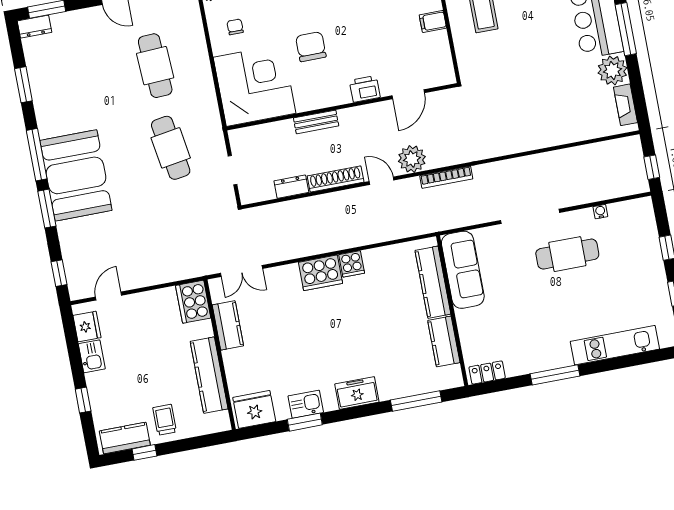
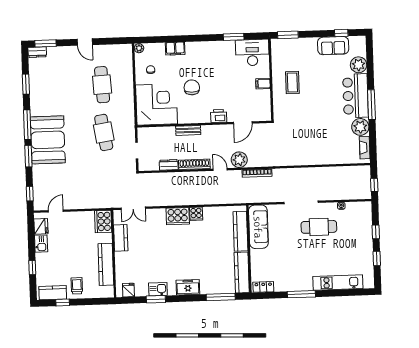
kitchen counter: (444, 341) -> (242, 272), width x1.50
fridge: (254, 409) -> (128, 290), width x0.53, depth x0.75

